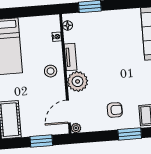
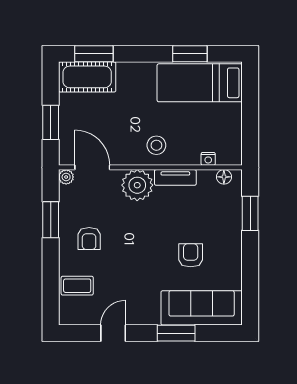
armchair: (120, 43) -> (191, 255), added
window: (130, 134) -> (51, 220), moved

